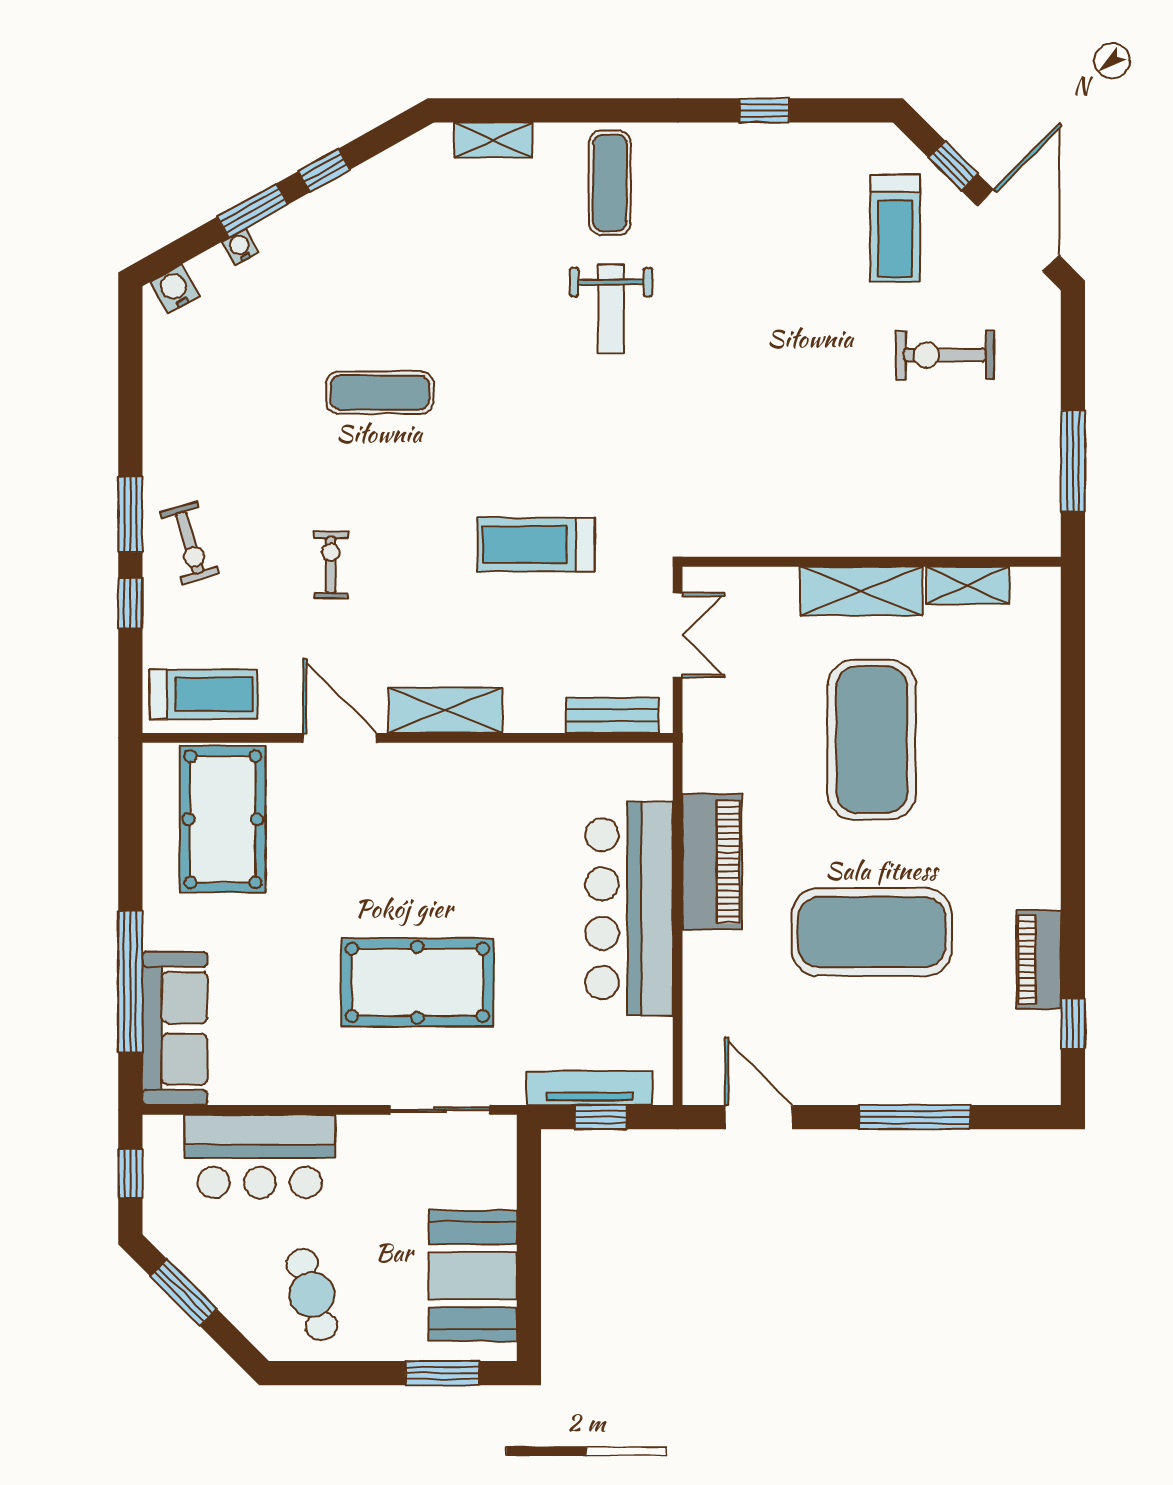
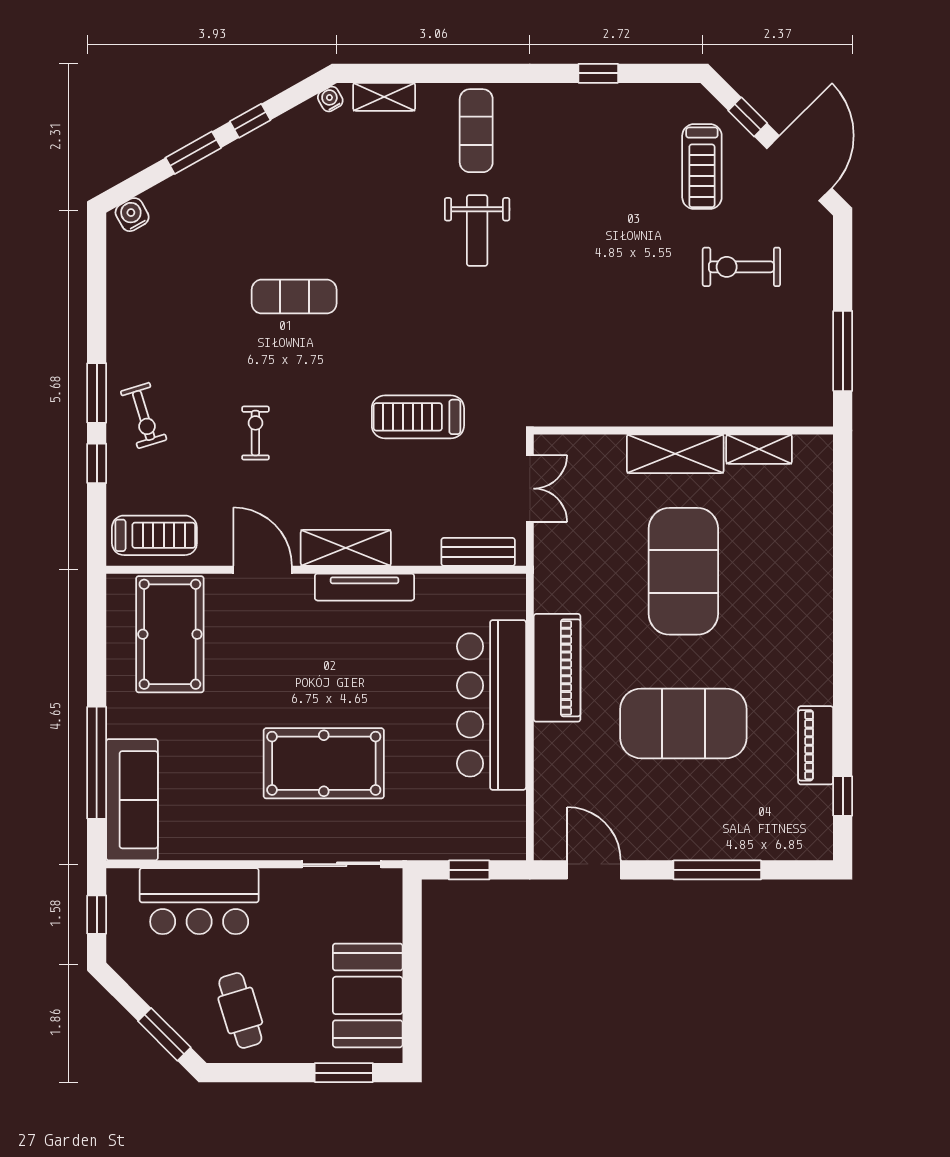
water cooler: (240, 247) -> (330, 99), moved
tv unit: (590, 1088) -> (364, 587), moved, turned 180
window: (184, 1293) -> (164, 1034), moved

